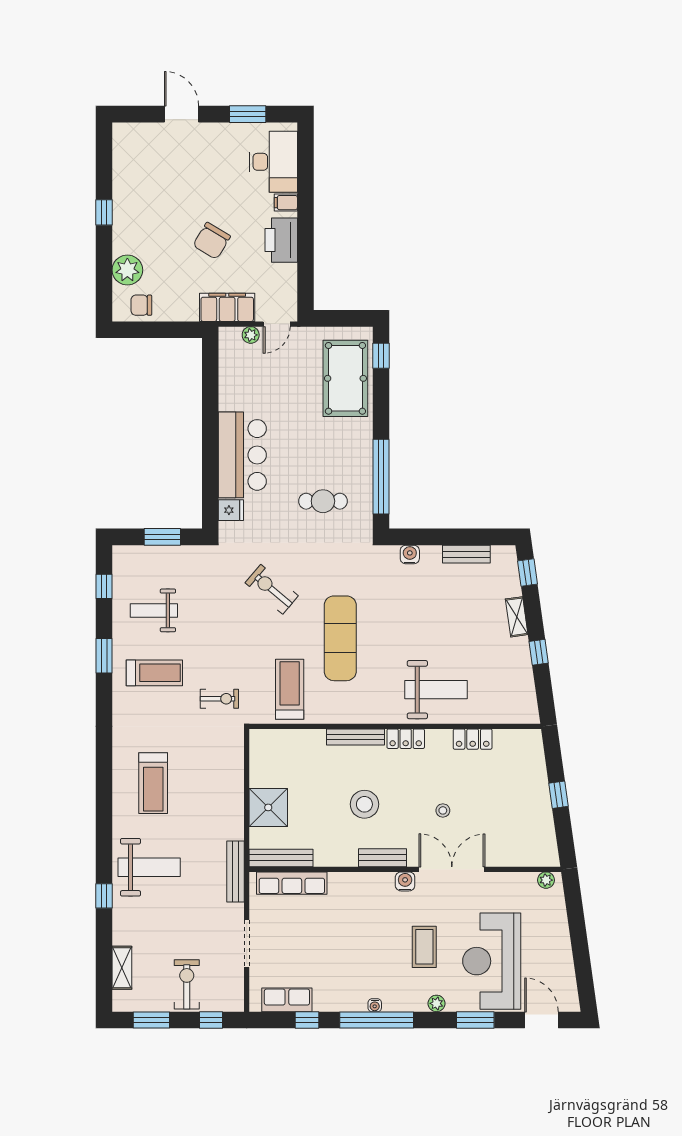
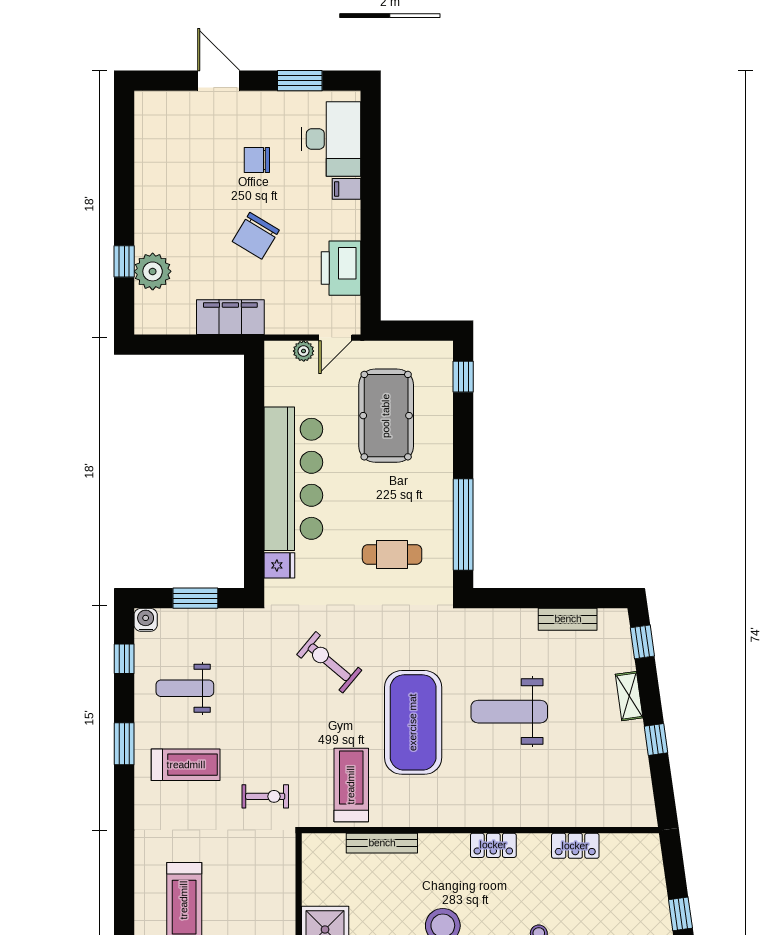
window: (104, 212) -> (124, 261), moved
printer: (281, 240) -> (341, 268), moved
chair: (141, 305) -> (257, 160), moved
filing cabinet: (227, 307) -> (230, 317), moved
pool table: (345, 378) -> (386, 416), moved
bar counter: (242, 455) -> (293, 479), width x1.36
water cooler: (410, 554) -> (146, 620), moved
exercise mat: (340, 638) -> (413, 722), width x1.47
weight bench: (436, 690) -> (509, 712), moved, turned 180
bench: (355, 737) -> (382, 843), moved

